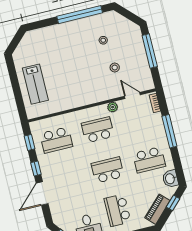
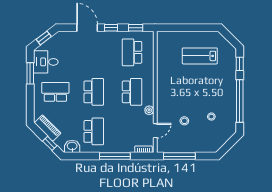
window: (41, 24) -> (240, 64), added
window: (150, 51) -> (179, 156), moved
lab bench: (35, 84) -> (200, 56), moved
school desk: (149, 160) -> (94, 131), turned 180

